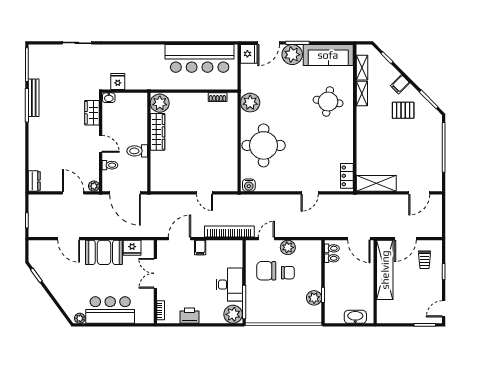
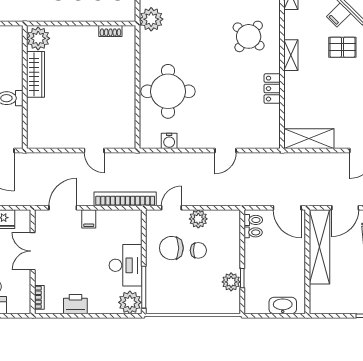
shelving: (362, 94) -> (291, 55), moved
round table: (328, 102) -> (249, 36), turned 31
plant: (250, 103) -> (151, 19), moved
locker: (347, 176) -> (272, 89), moved
water cooler: (249, 185) -> (169, 141), moved

